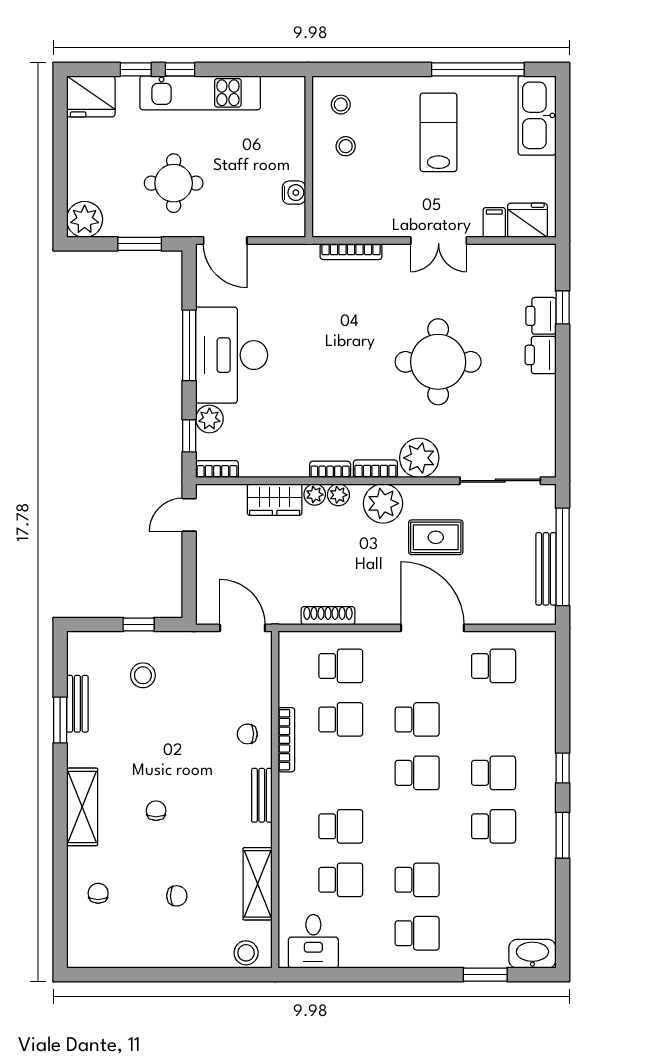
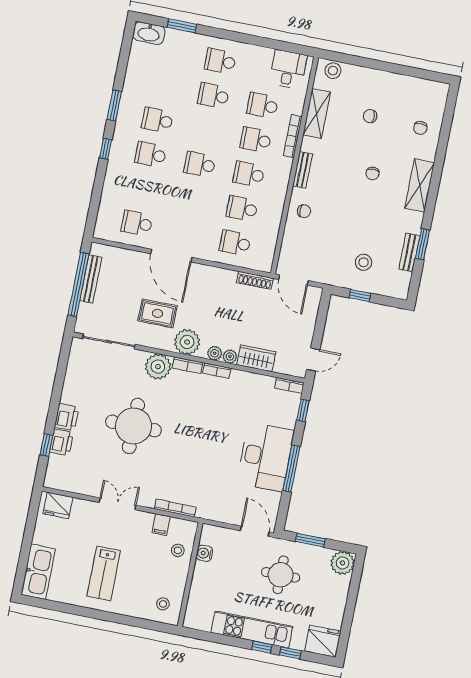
window: (478, 69) -> (70, 609), removed
stool: (346, 146) -> (178, 550), moved
filing cabinet: (494, 222) -> (161, 525), moved
plant: (209, 419) -> (288, 419), removed
shoe rack: (328, 616) -> (255, 280), moved
school desk: (417, 719) -> (249, 174), moved
bookcase: (286, 740) -> (293, 136), moved

